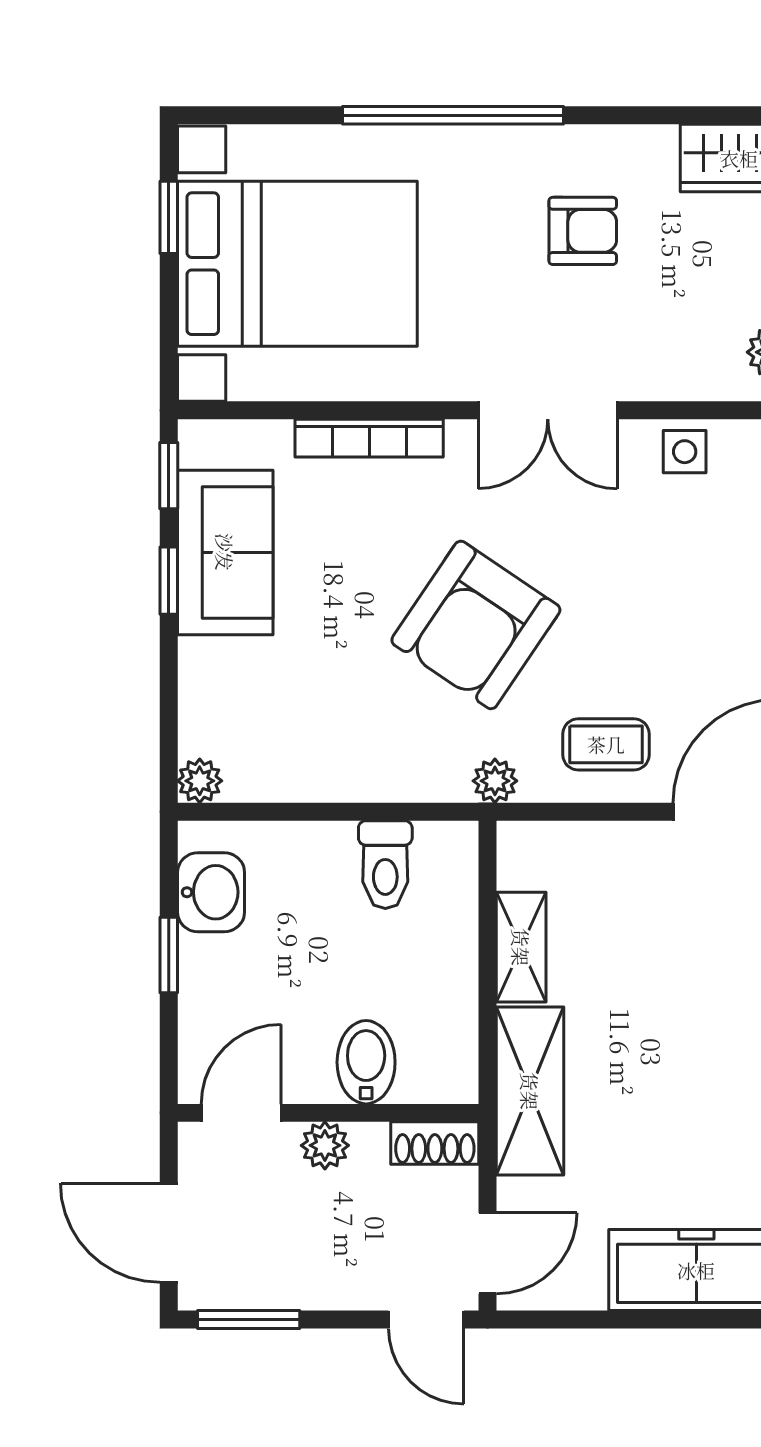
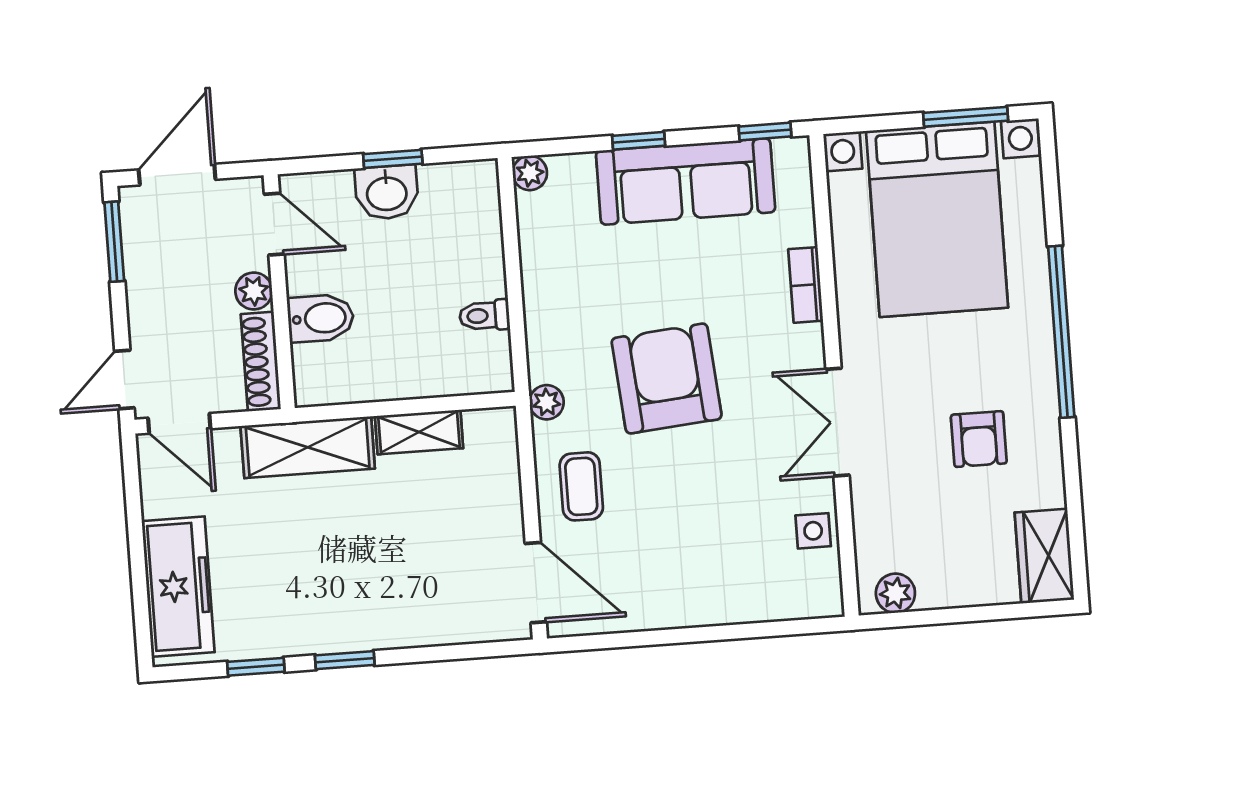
window: (169, 217) -> (966, 117), width x1.50
bookcase: (369, 438) -> (806, 285), width x0.64
sofa: (225, 552) -> (686, 181), width x1.36
window: (169, 581) -> (639, 141), moved
armchair: (476, 625) -> (667, 379), turned 51
toilet: (385, 865) -> (484, 316), width x0.73, depth x0.72
washbasin: (211, 892) -> (387, 192), moved
shoe rack: (435, 1143) -> (261, 362), width x1.43

